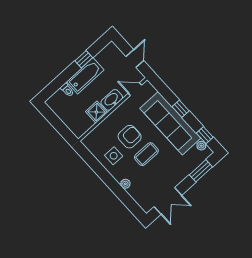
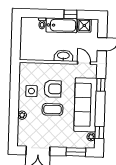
window: (181, 109) -> (101, 85), moved
shower: (96, 112) -> (84, 26), moved

